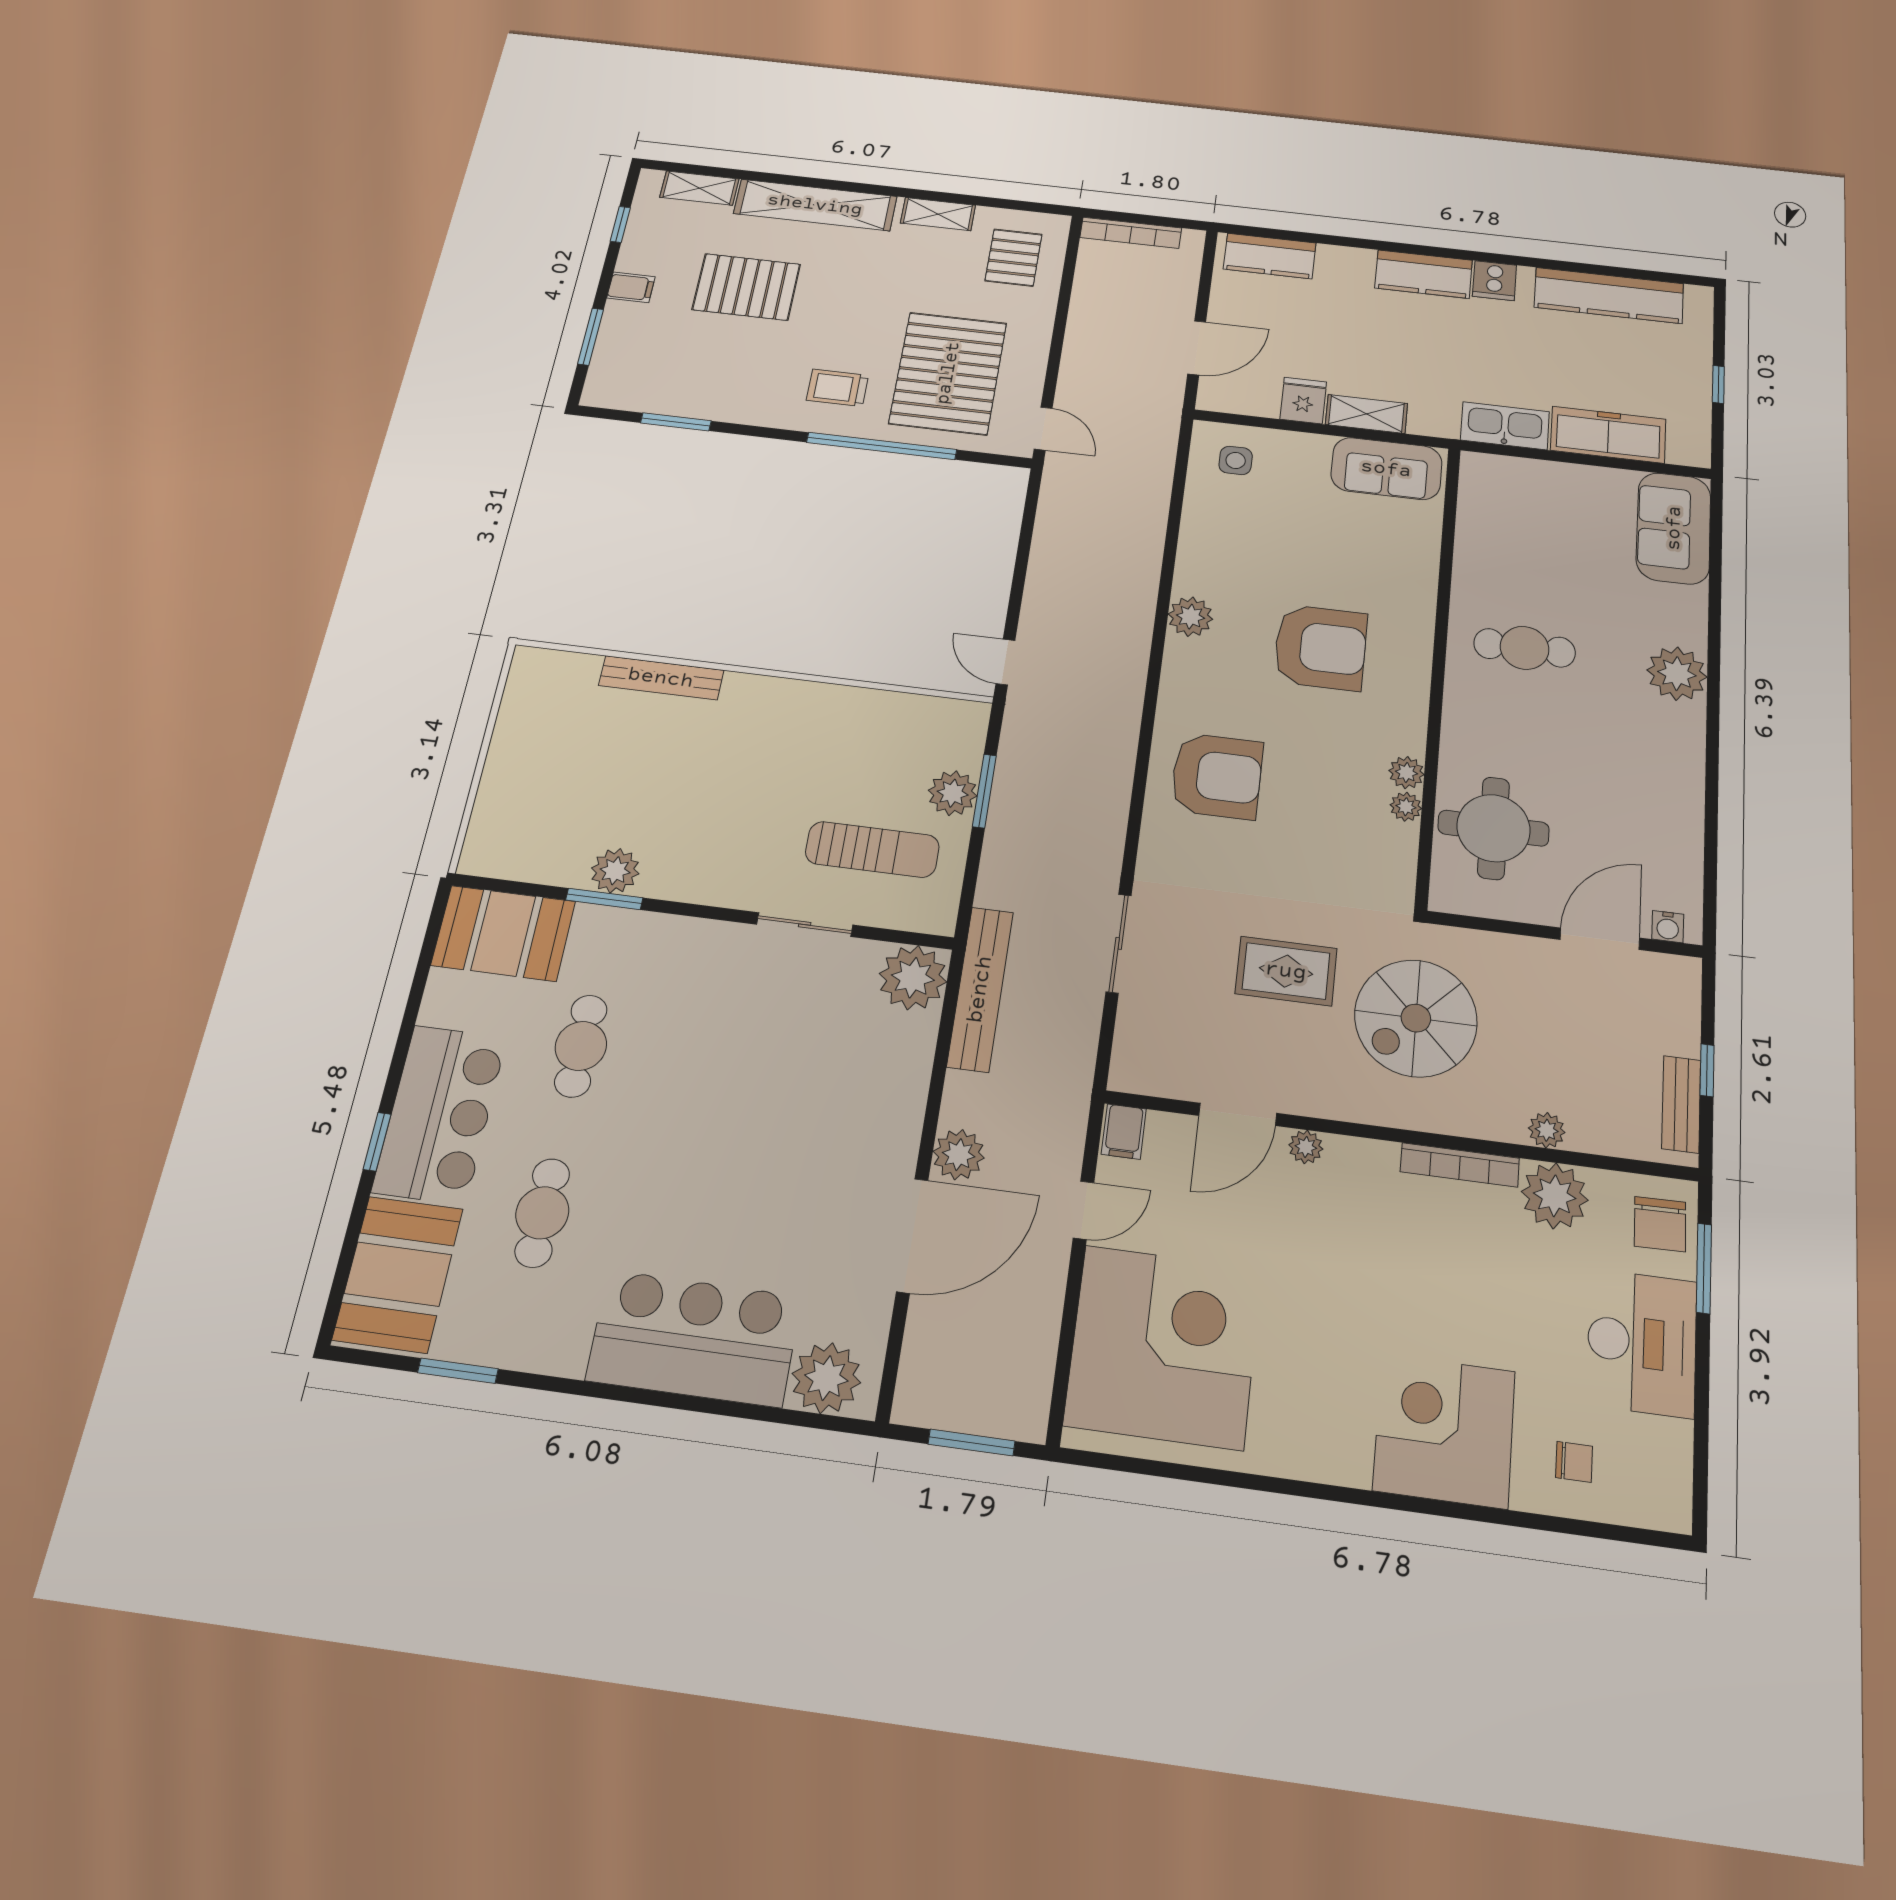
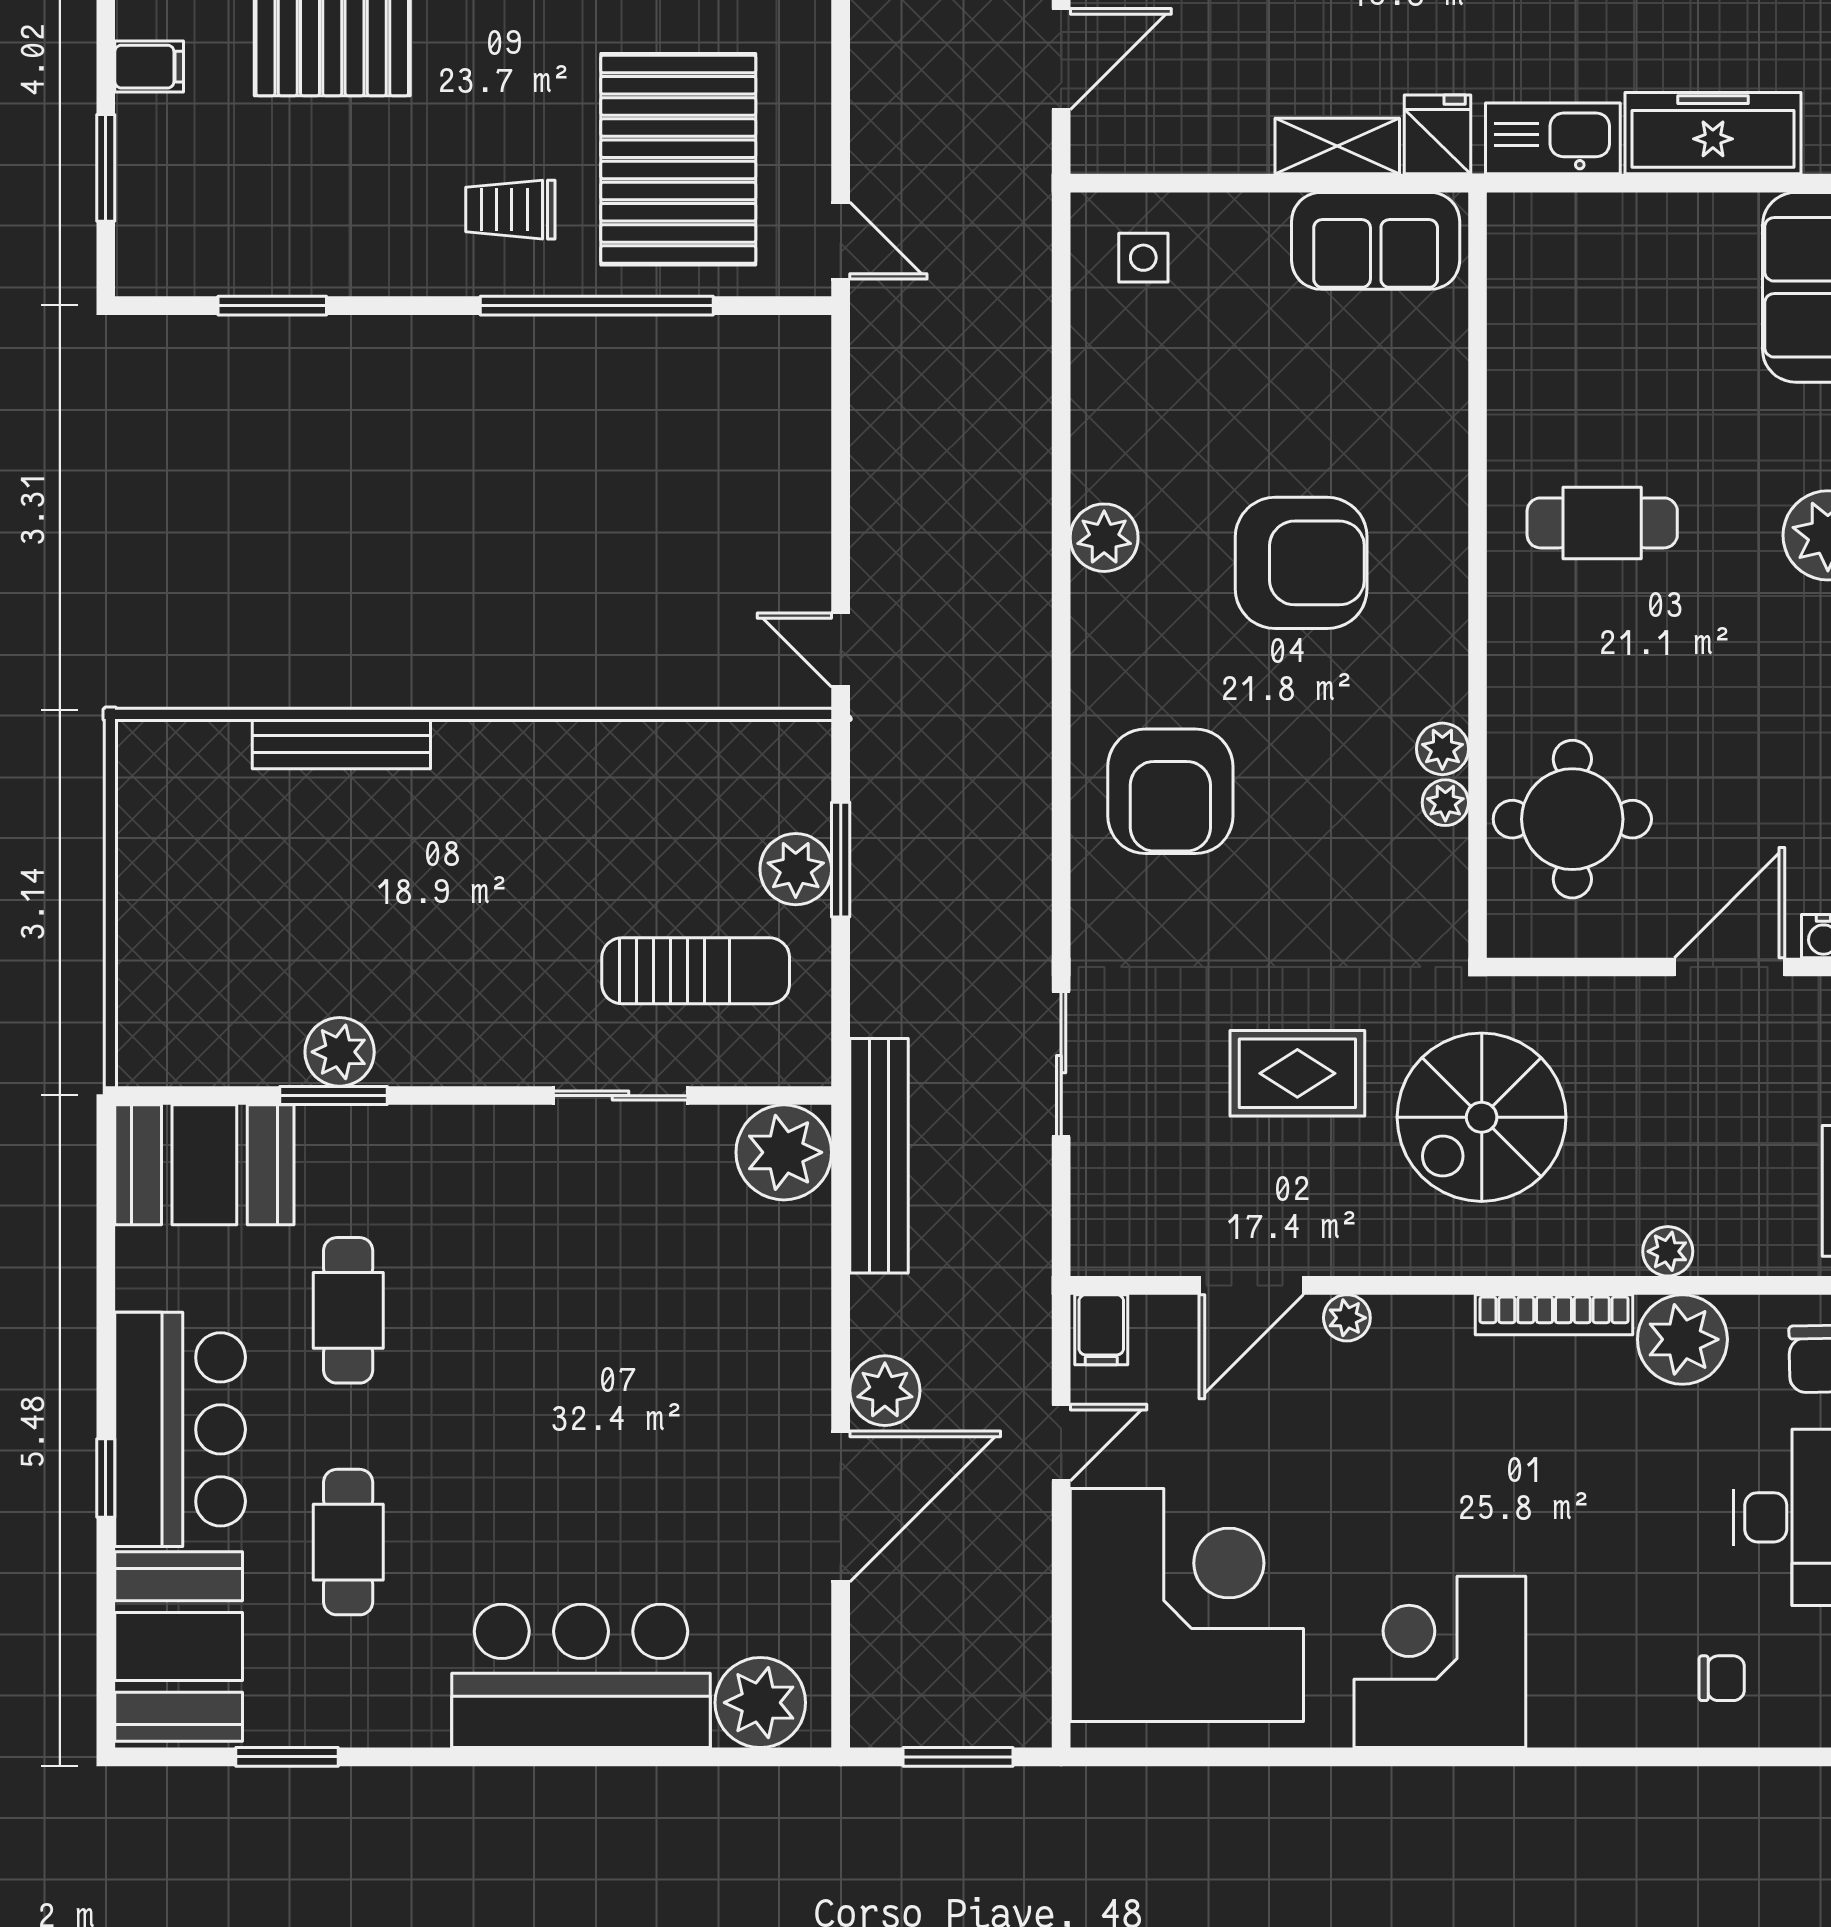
fridge: (1303, 400) -> (1437, 134), moved
armchair: (1217, 776) -> (1170, 791), turned 90
corner desk: (1444, 1431) -> (1440, 1662), moved

